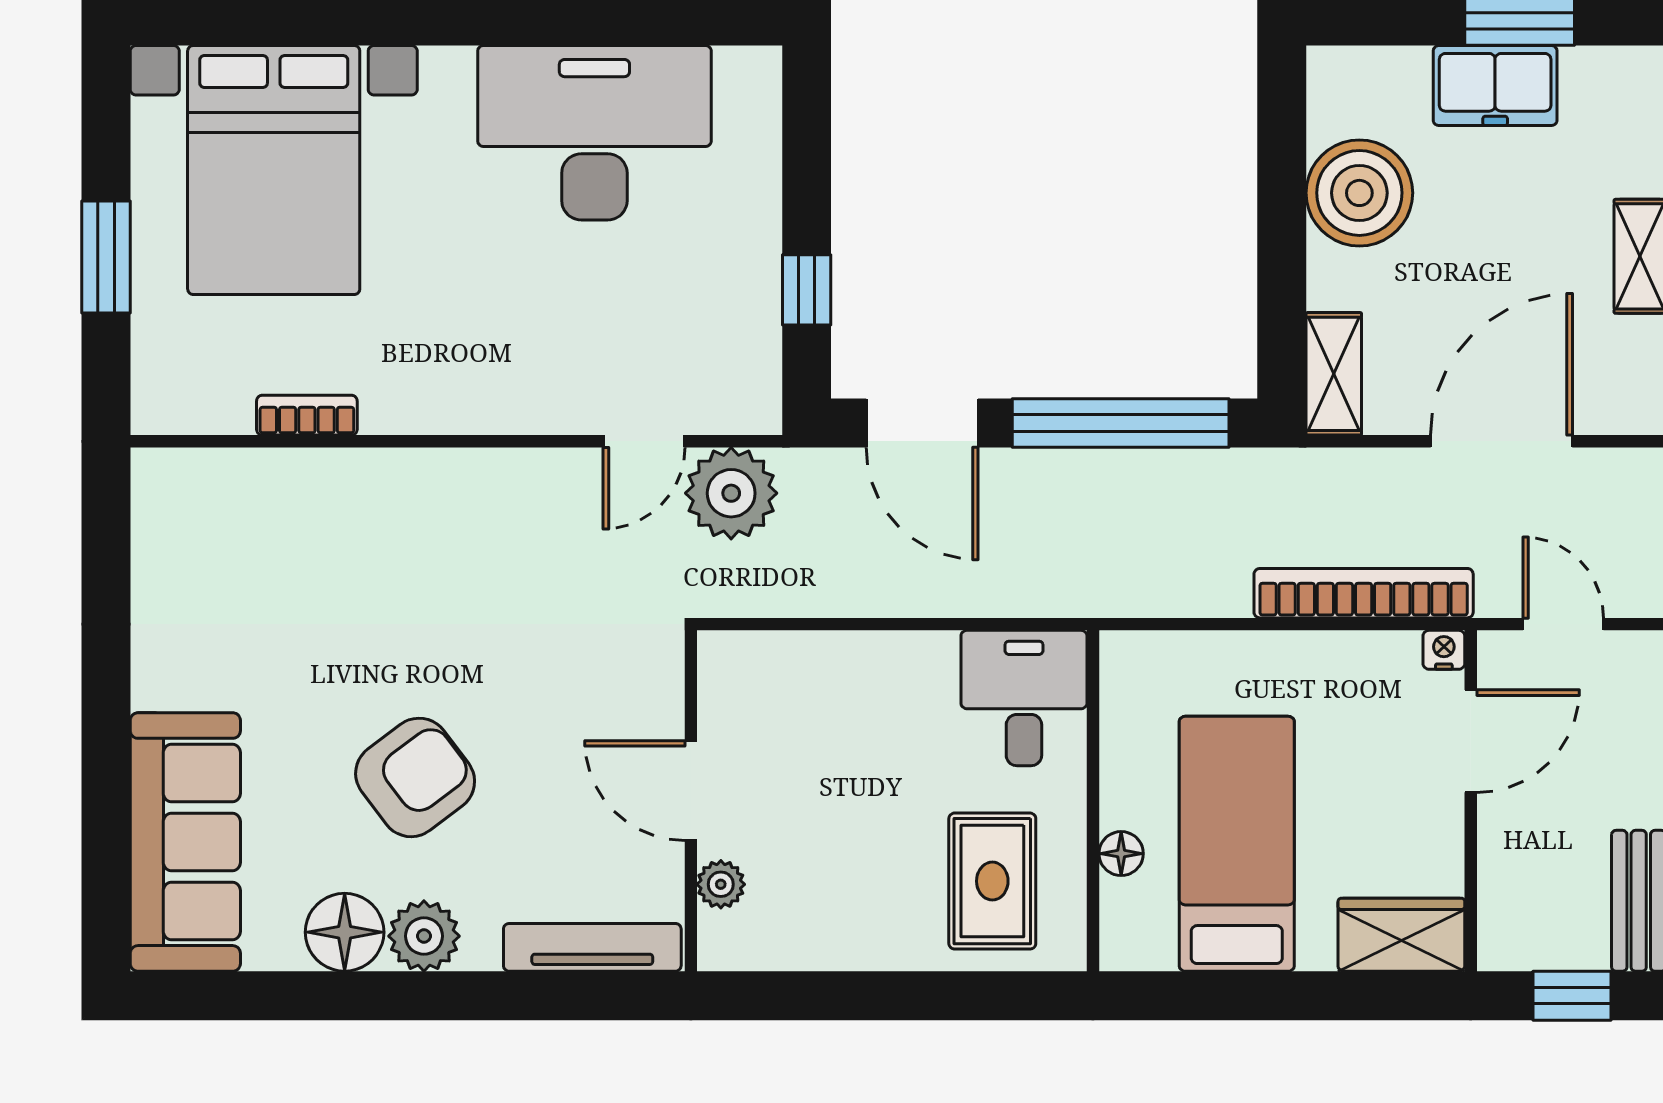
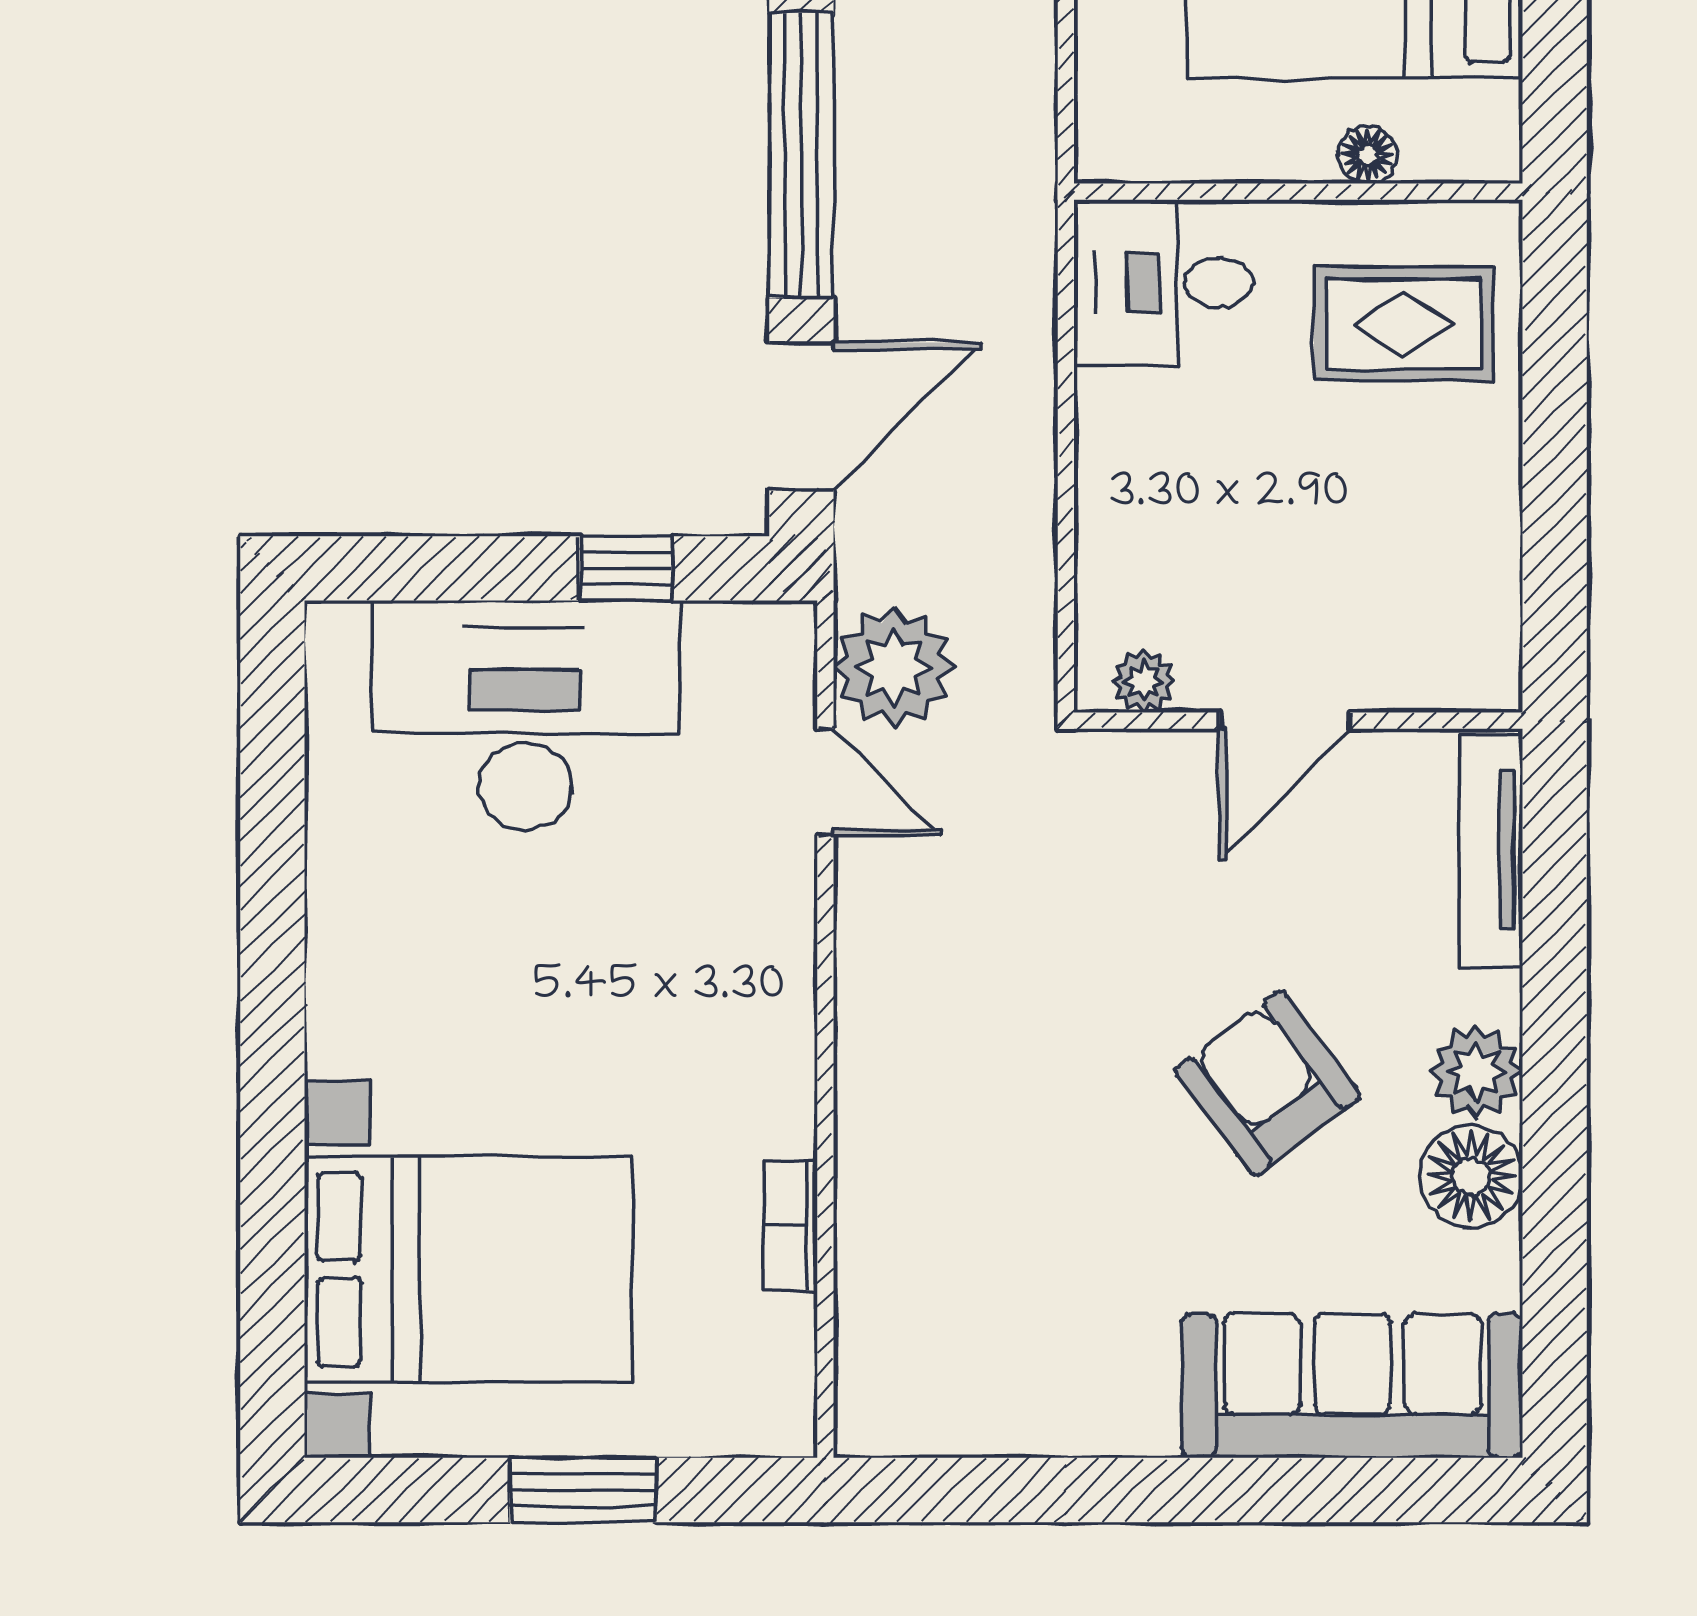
desk: (594, 133) -> (525, 715), moved, turned 90
plant: (721, 884) -> (1144, 681), moved

